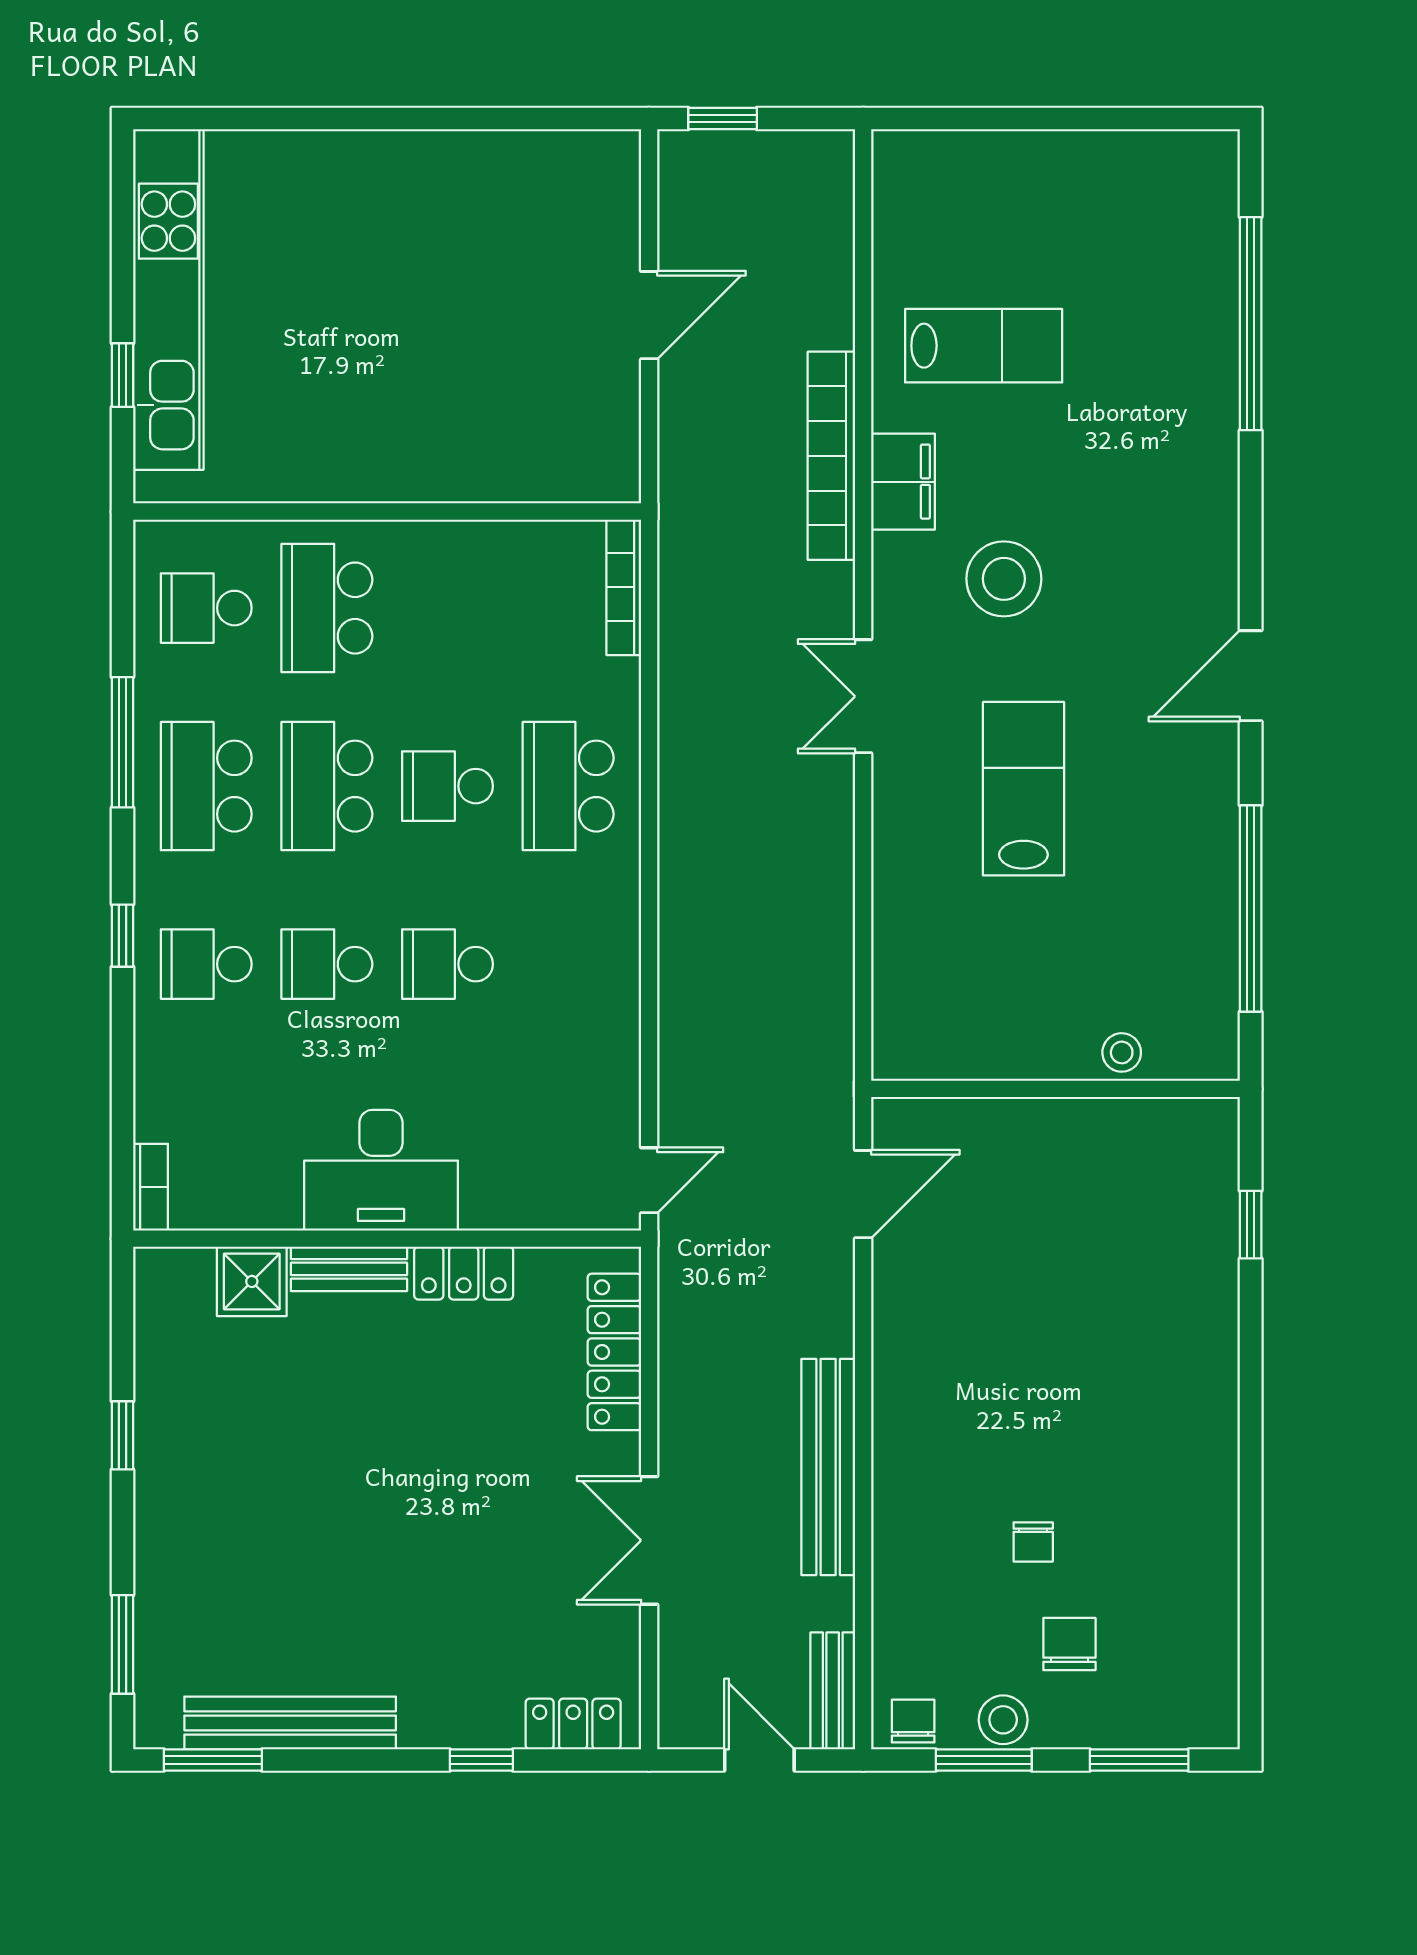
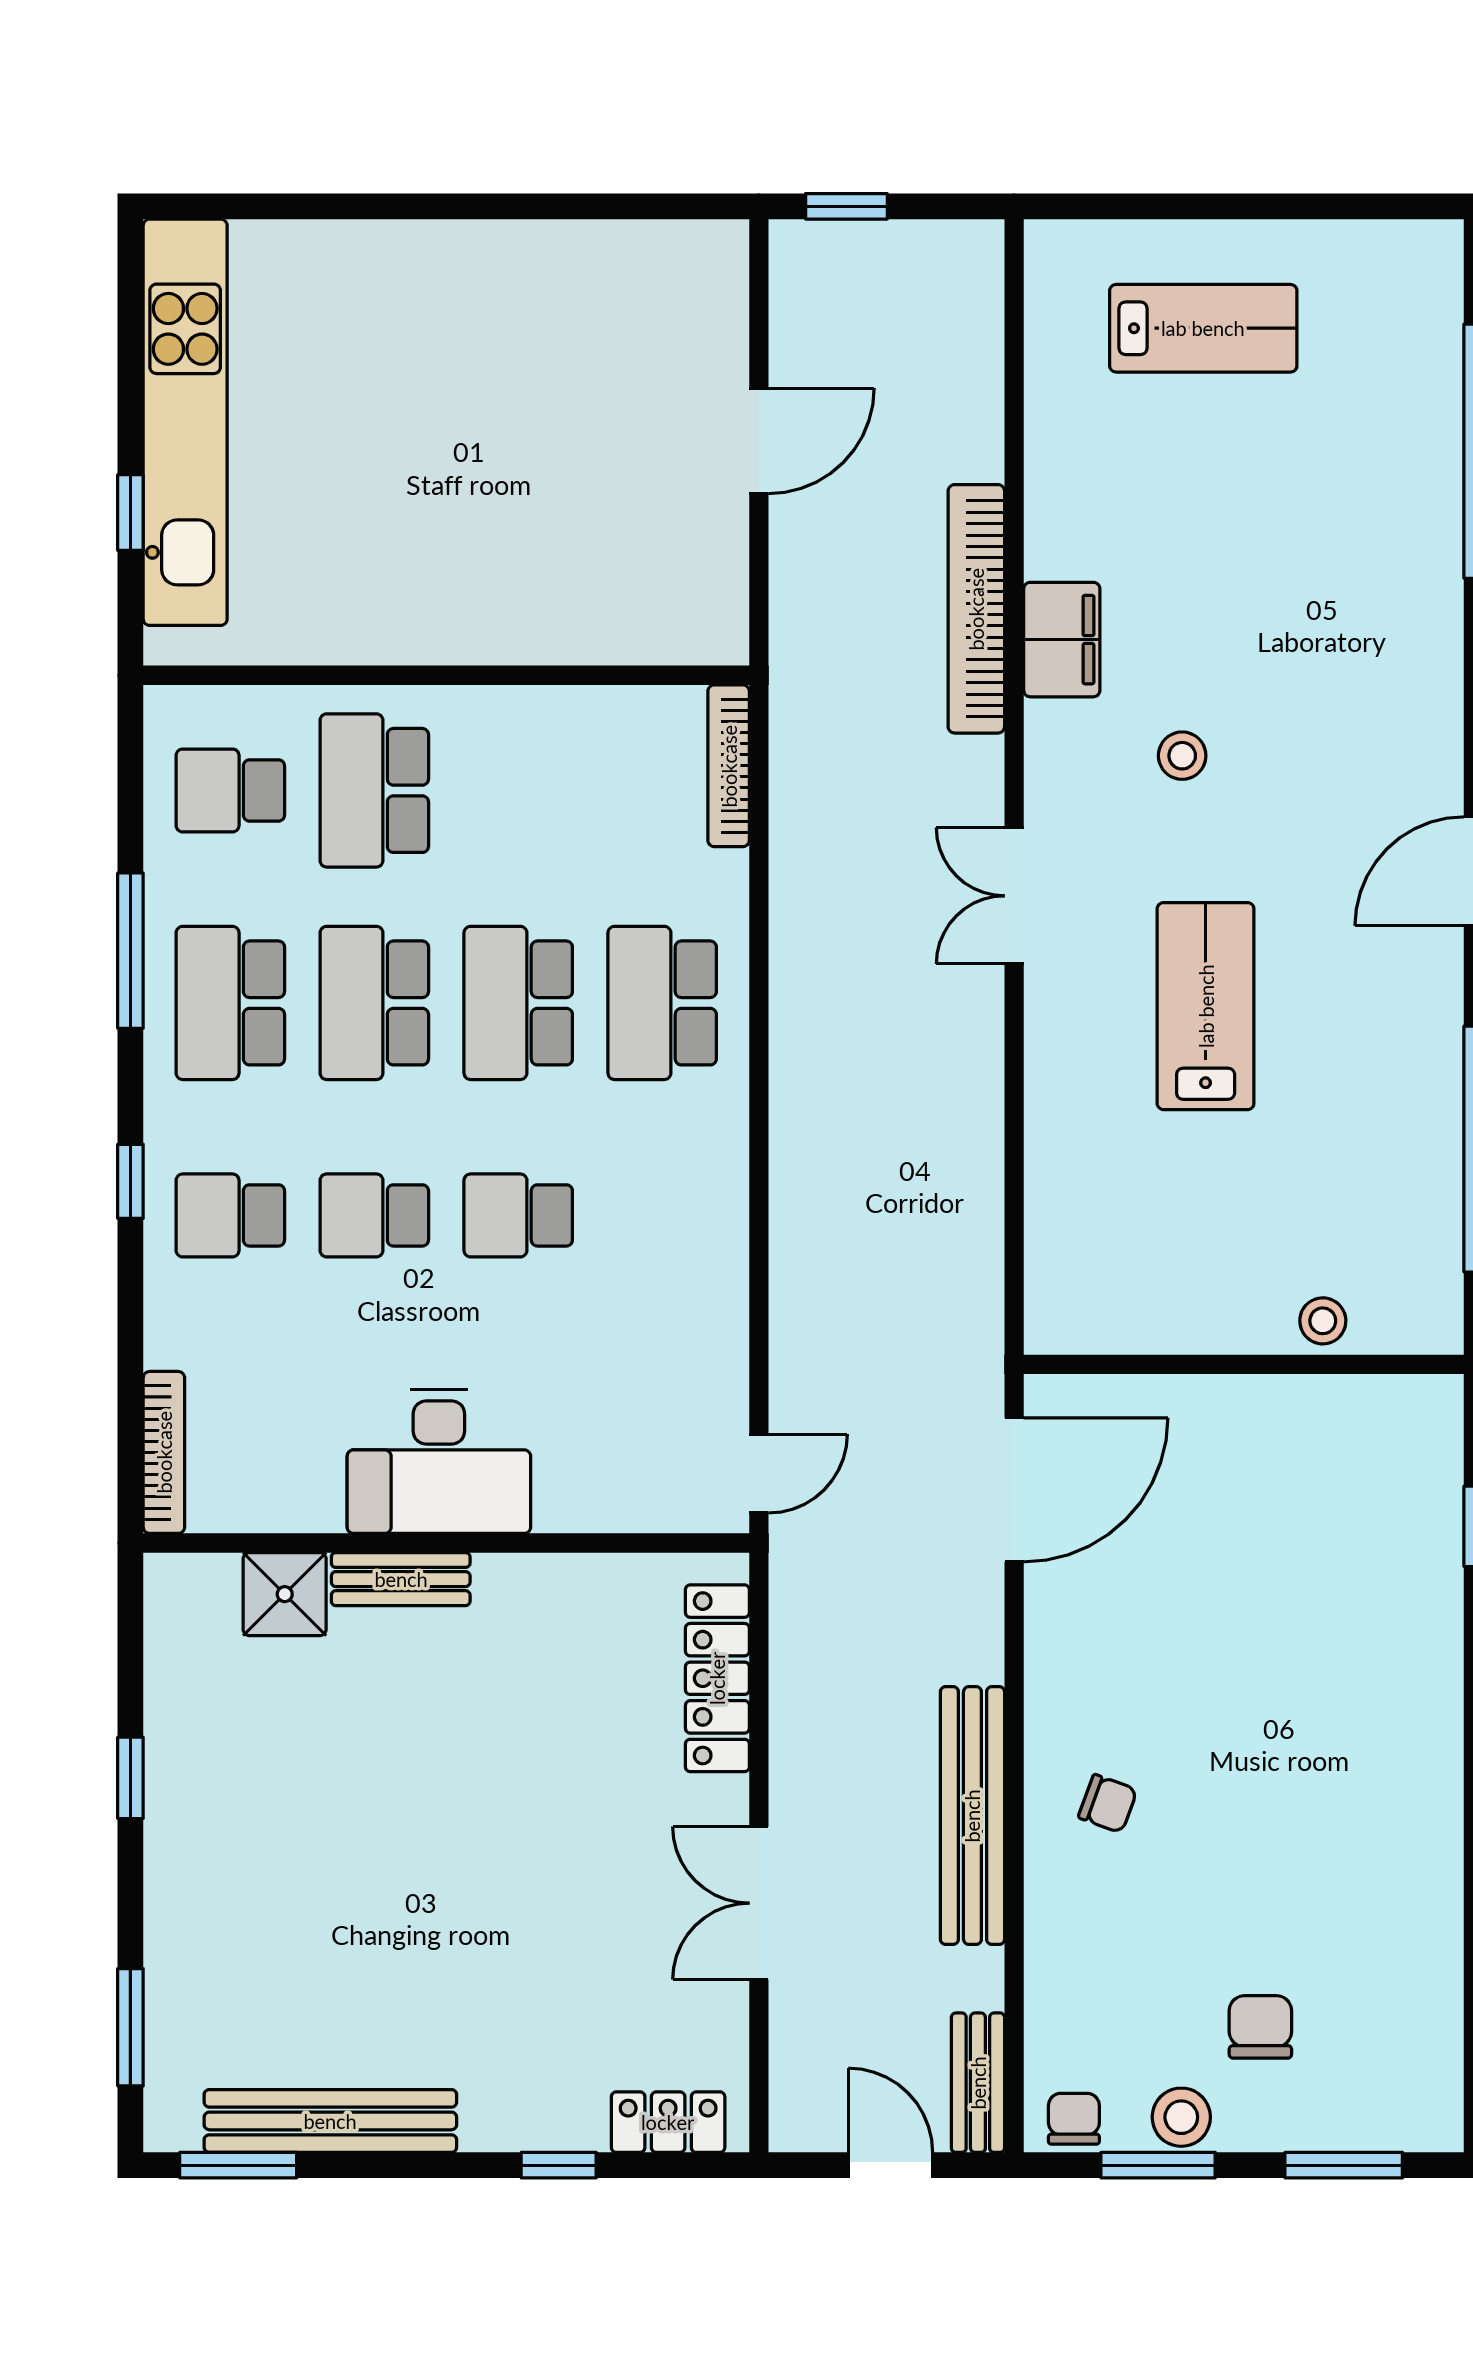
lab bench: (984, 346) -> (1203, 328), moved
stool: (1004, 579) -> (1182, 756), width x0.53, depth x0.53
school desk: (447, 786) -> (518, 1003), width x1.85
bookcase: (151, 1187) -> (164, 1452), width x1.56
door: (863, 1194) -> (1014, 1490), width x1.36
locker: (464, 1273) -> (538, 1584), removed
chair: (1033, 1542) -> (1108, 1804), moved, turned -70

